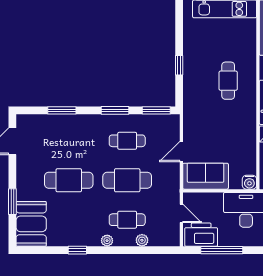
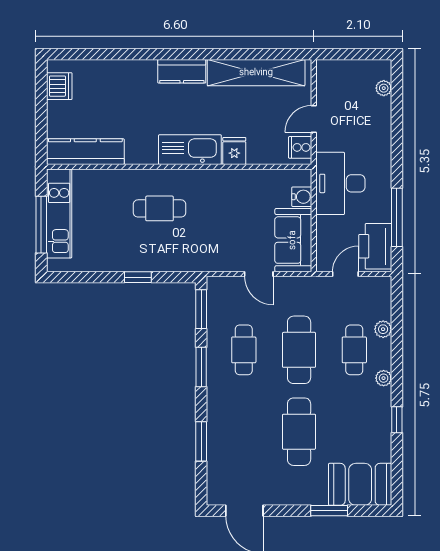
water cooler: (249, 182) -> (302, 197), moved

